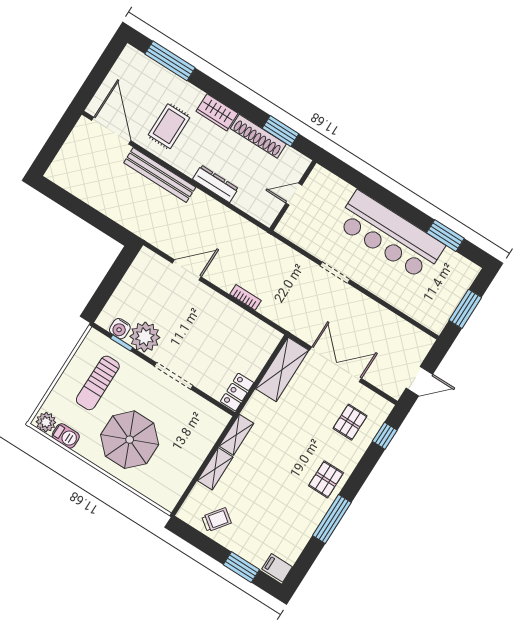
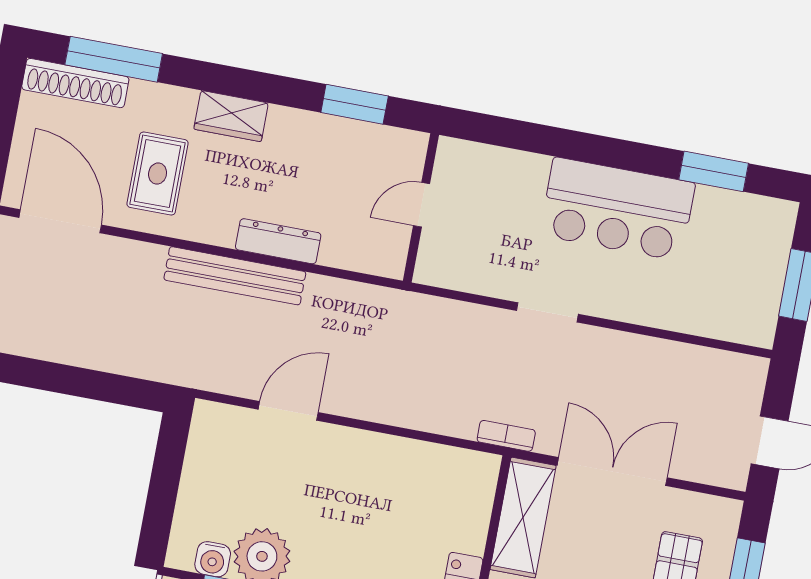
shoe rack: (258, 136) -> (75, 83), moved
bench: (160, 175) -> (235, 276), moved
bar counter: (390, 235) -> (617, 209), width x0.73
bookcase: (246, 297) -> (506, 436), moved

